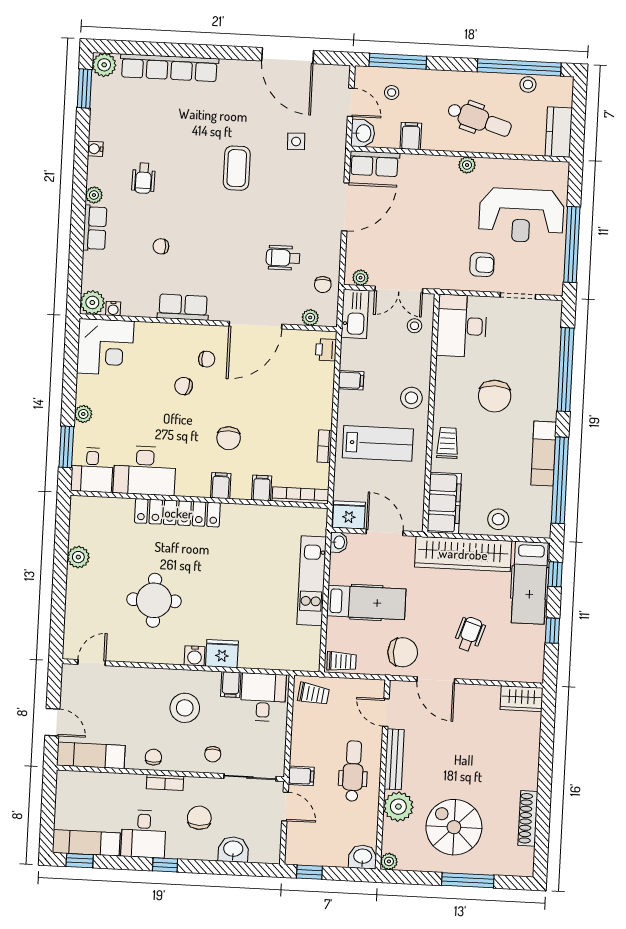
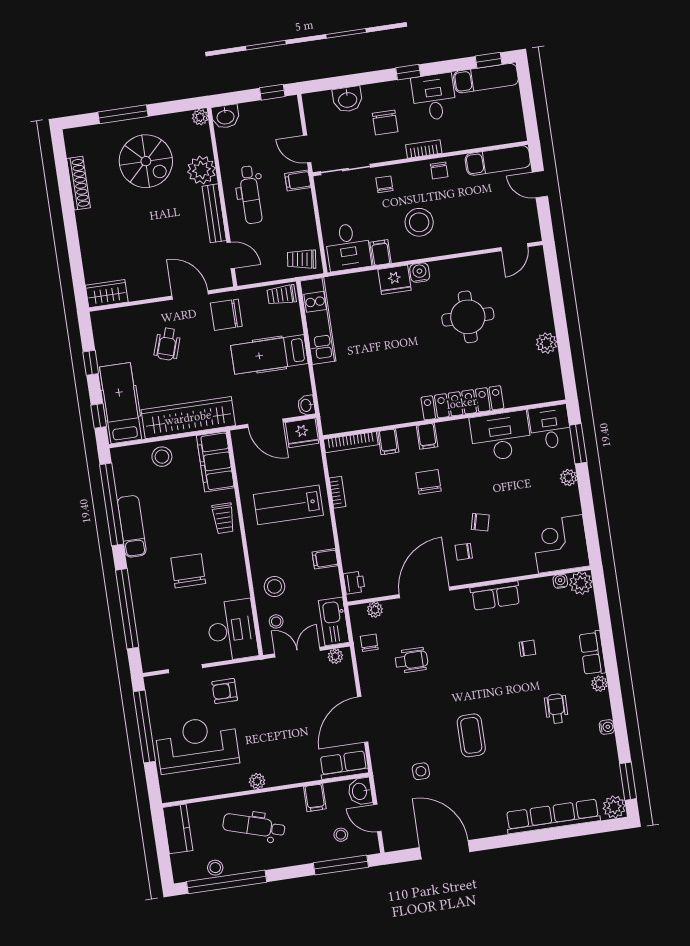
stool: (411, 398) -> (275, 586), moved
kitchen unit: (312, 581) -> (318, 321), moved

